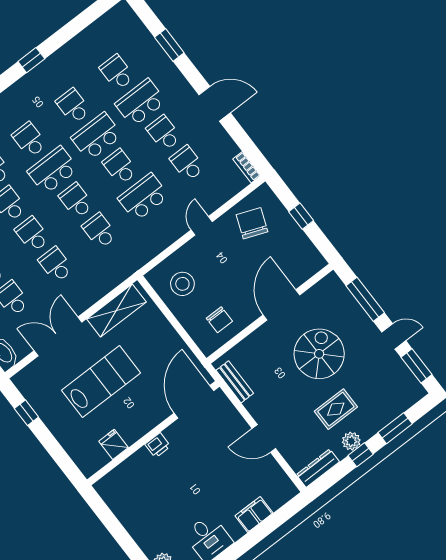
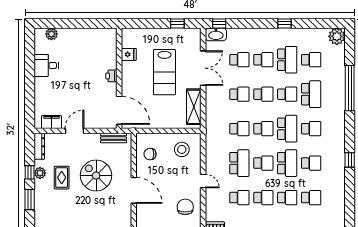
school desk: (140, 103) -> (287, 198), width x0.54
chair: (252, 223) -> (185, 207), turned -111
spiral stairs: (319, 354) -> (96, 175), moved, turned 180
filing cabinet: (254, 514) -> (52, 122), moved, turned -90

